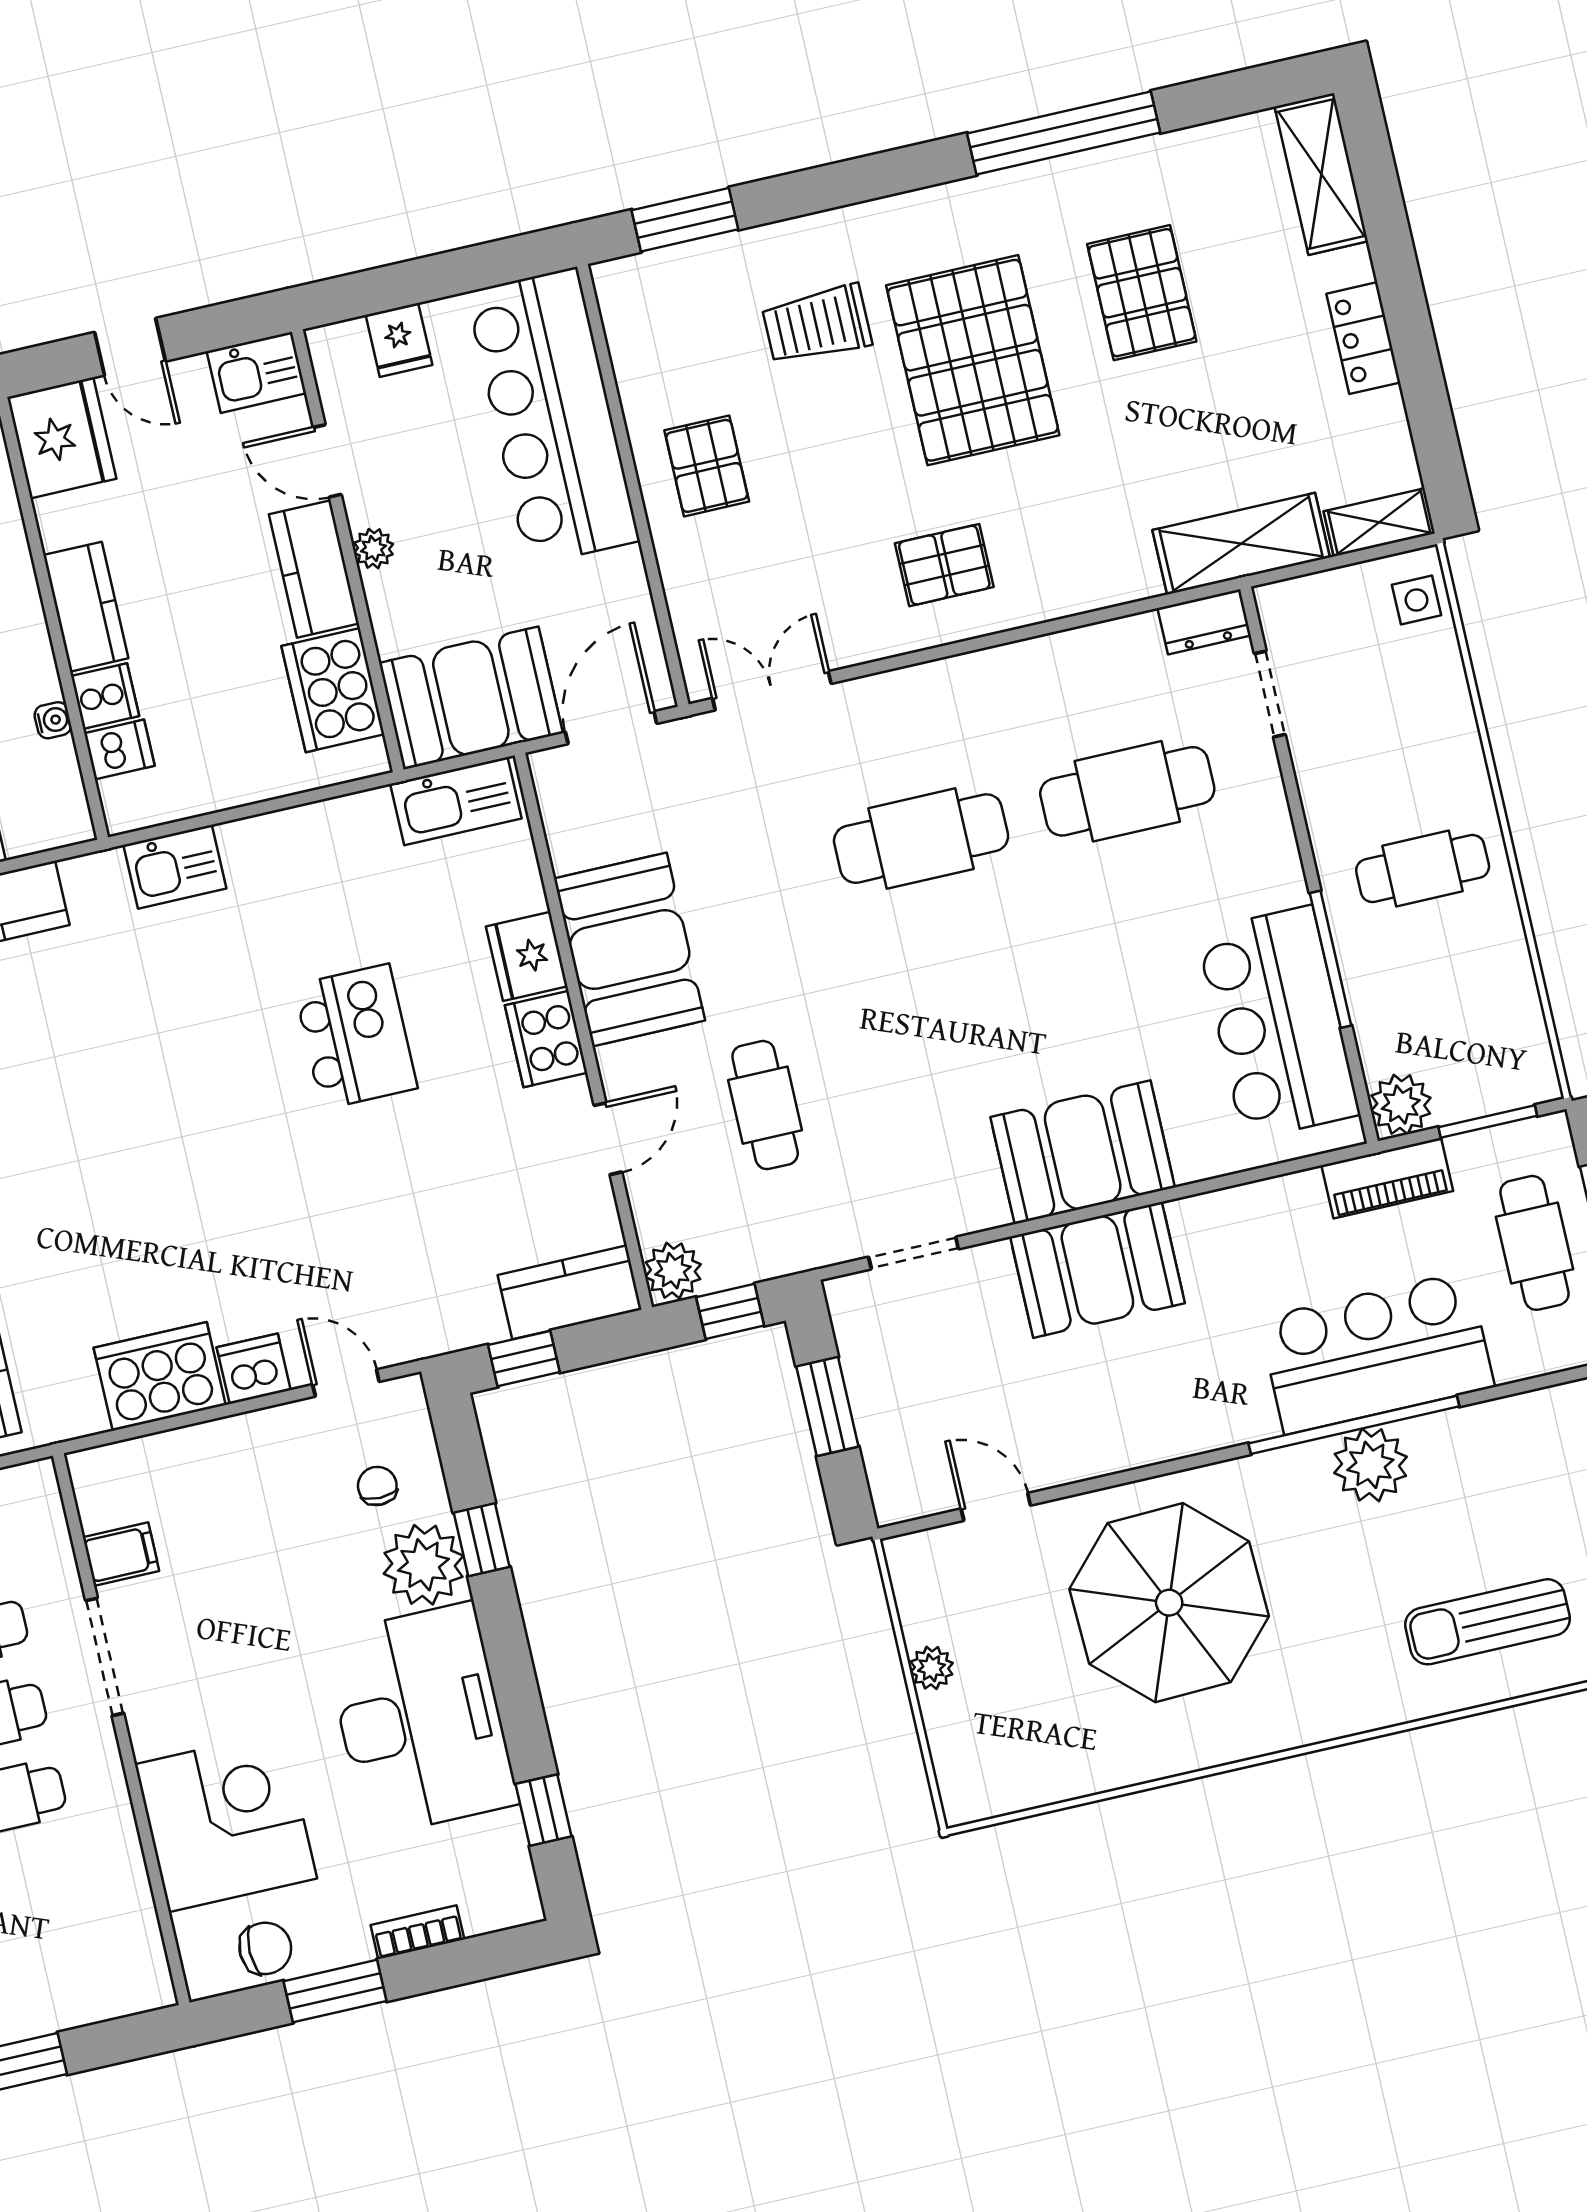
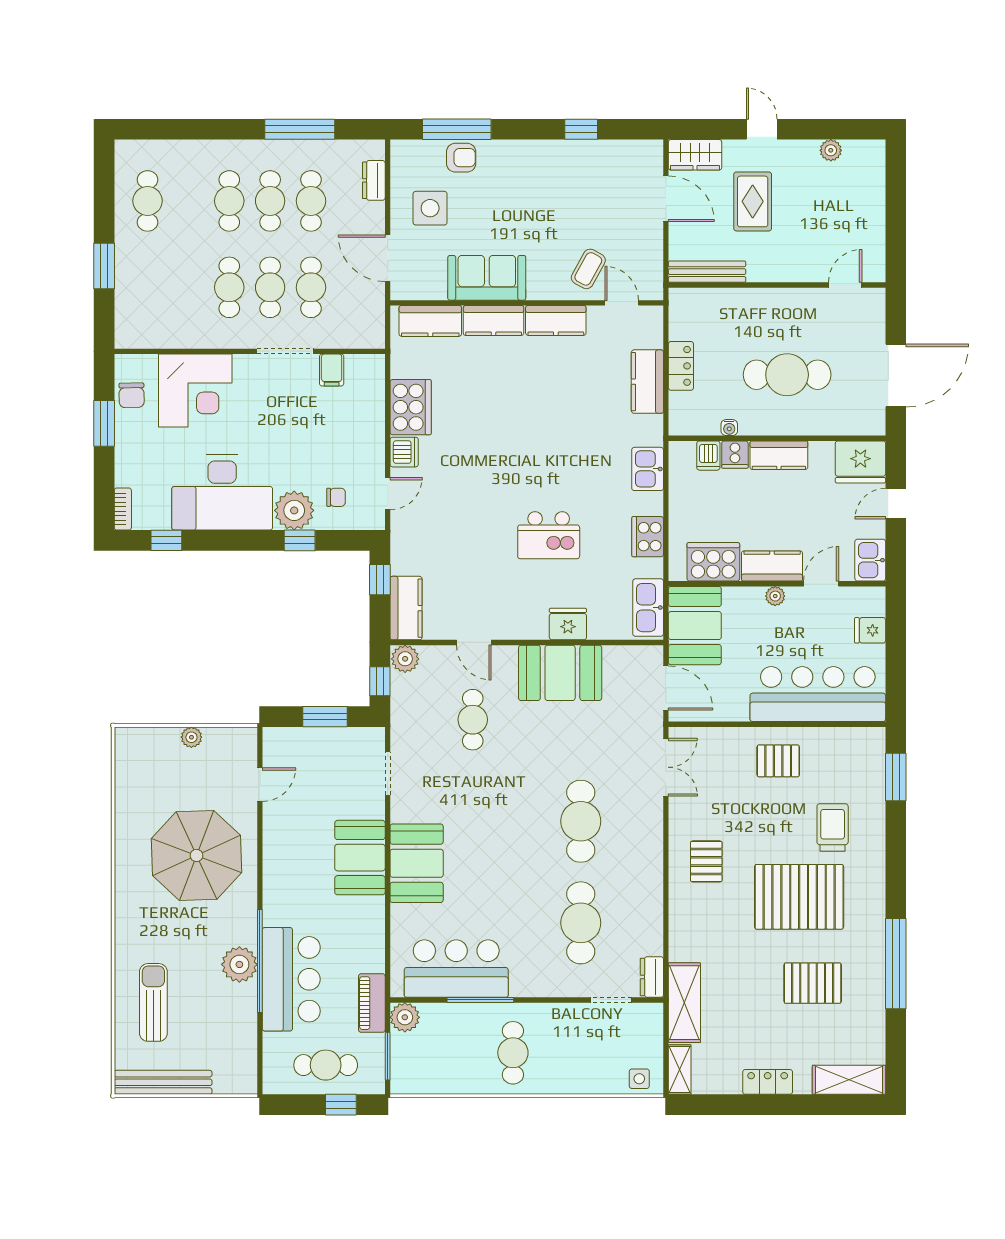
cooker: (546, 1039) -> (648, 537), moved, turned -90
cafe table: (765, 1105) -> (473, 720), turned 90
bookcase: (417, 1932) -> (123, 509), moved

